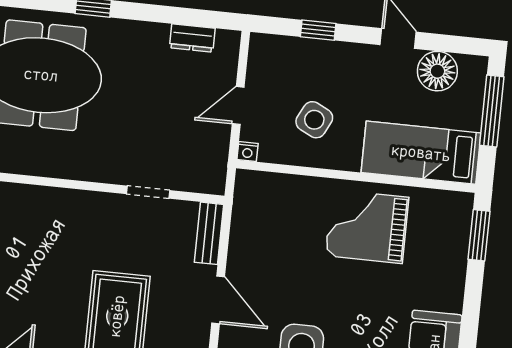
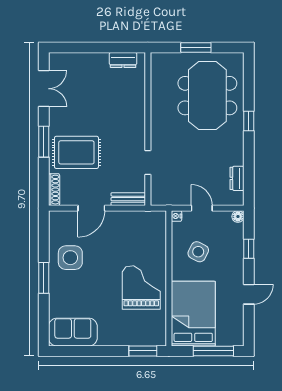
floor lamp: (437, 71) -> (238, 216), moved, width x0.53, depth x0.53
bed: (421, 153) -> (193, 314), width x1.50

